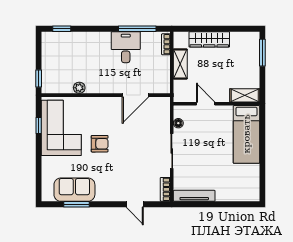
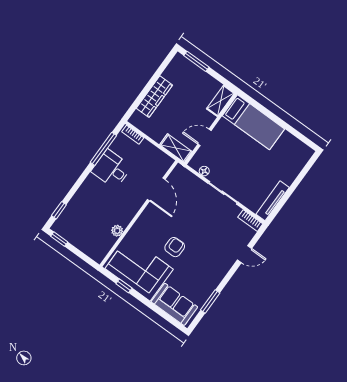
shelving: (180, 64) -> (176, 148), moved
window: (39, 79) -> (59, 239), moved
sofa: (74, 190) -> (174, 304), moved, turned 90

